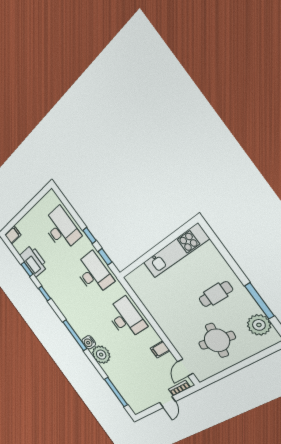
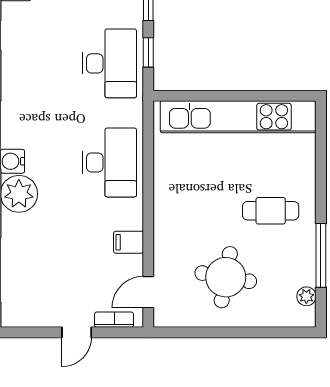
kitchen unit: (176, 251) -> (238, 117), width x1.36
plant: (259, 325) -> (306, 296), width x0.53, depth x0.53

